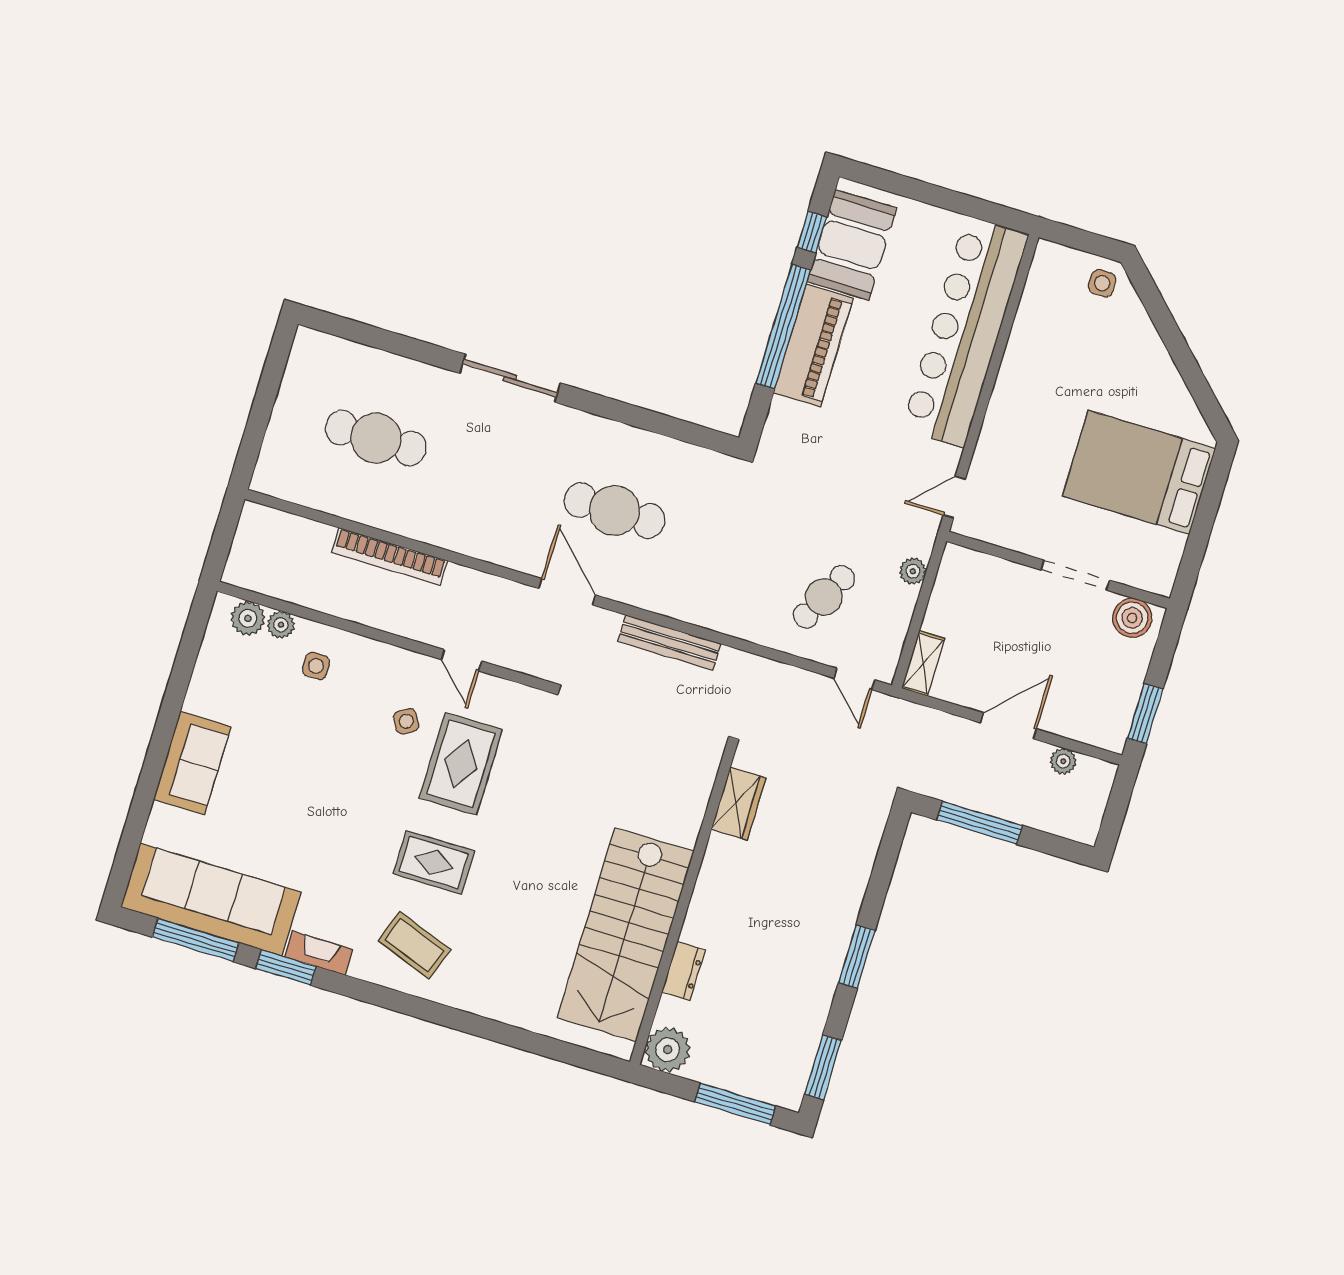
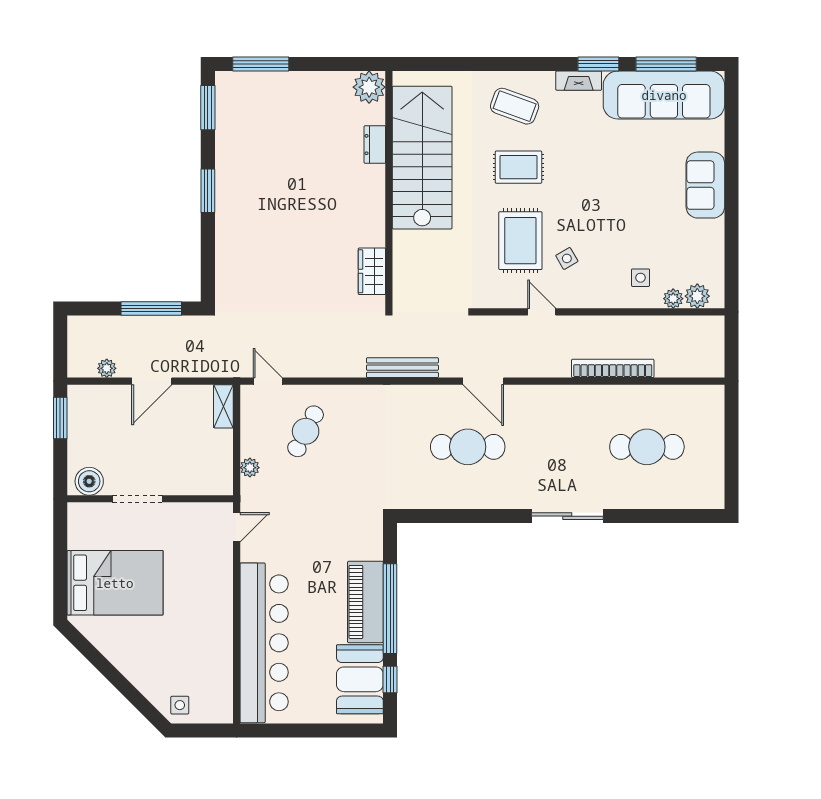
wardrobe: (739, 804) -> (372, 271), moved
wall: (683, 905) -> (389, 190), moved
stairs: (626, 935) -> (422, 158), moved
dresser: (683, 971) -> (375, 145), moved
plant: (668, 1050) -> (369, 87), moved

